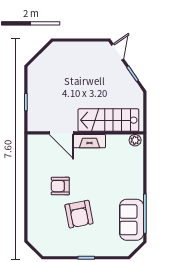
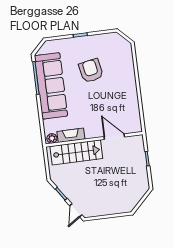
fireplace: (89, 141) -> (71, 135), moved
armchair: (60, 186) -> (110, 92), removed
sofa: (132, 220) -> (51, 86), width x1.85, depth x1.27

